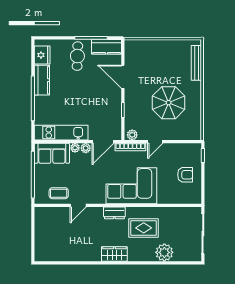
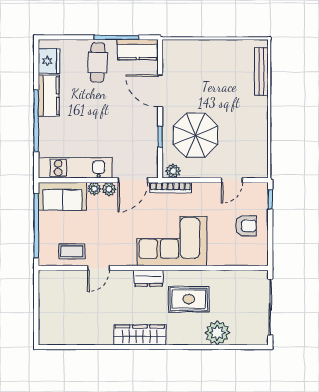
parasol: (169, 103) -> (196, 135), moved
door: (155, 142) -> (232, 180), moved
wardrobe: (114, 254) -> (140, 335), width x1.50

